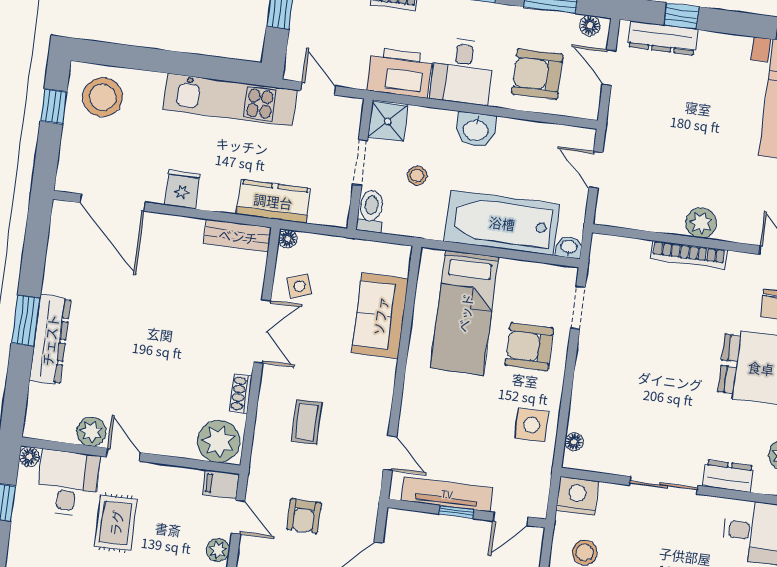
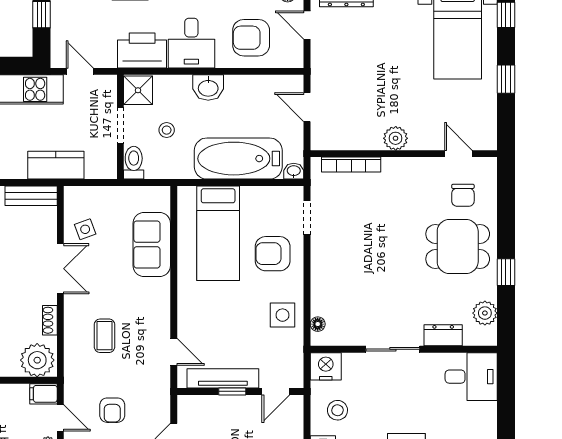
floor lamp: (288, 239) -> (71, 193), removed
bookcase: (689, 255) -> (351, 164), moved

